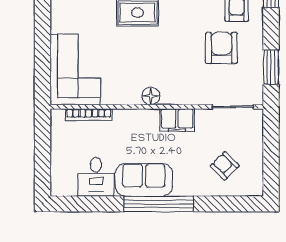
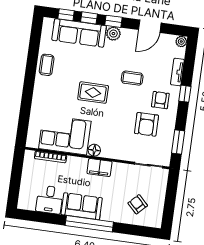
armchair: (221, 48) -> (147, 124), turned 180
corner sofa: (75, 70) -> (65, 135), moved, turned -90
filing cabinet: (177, 120) -> (99, 167), moved

